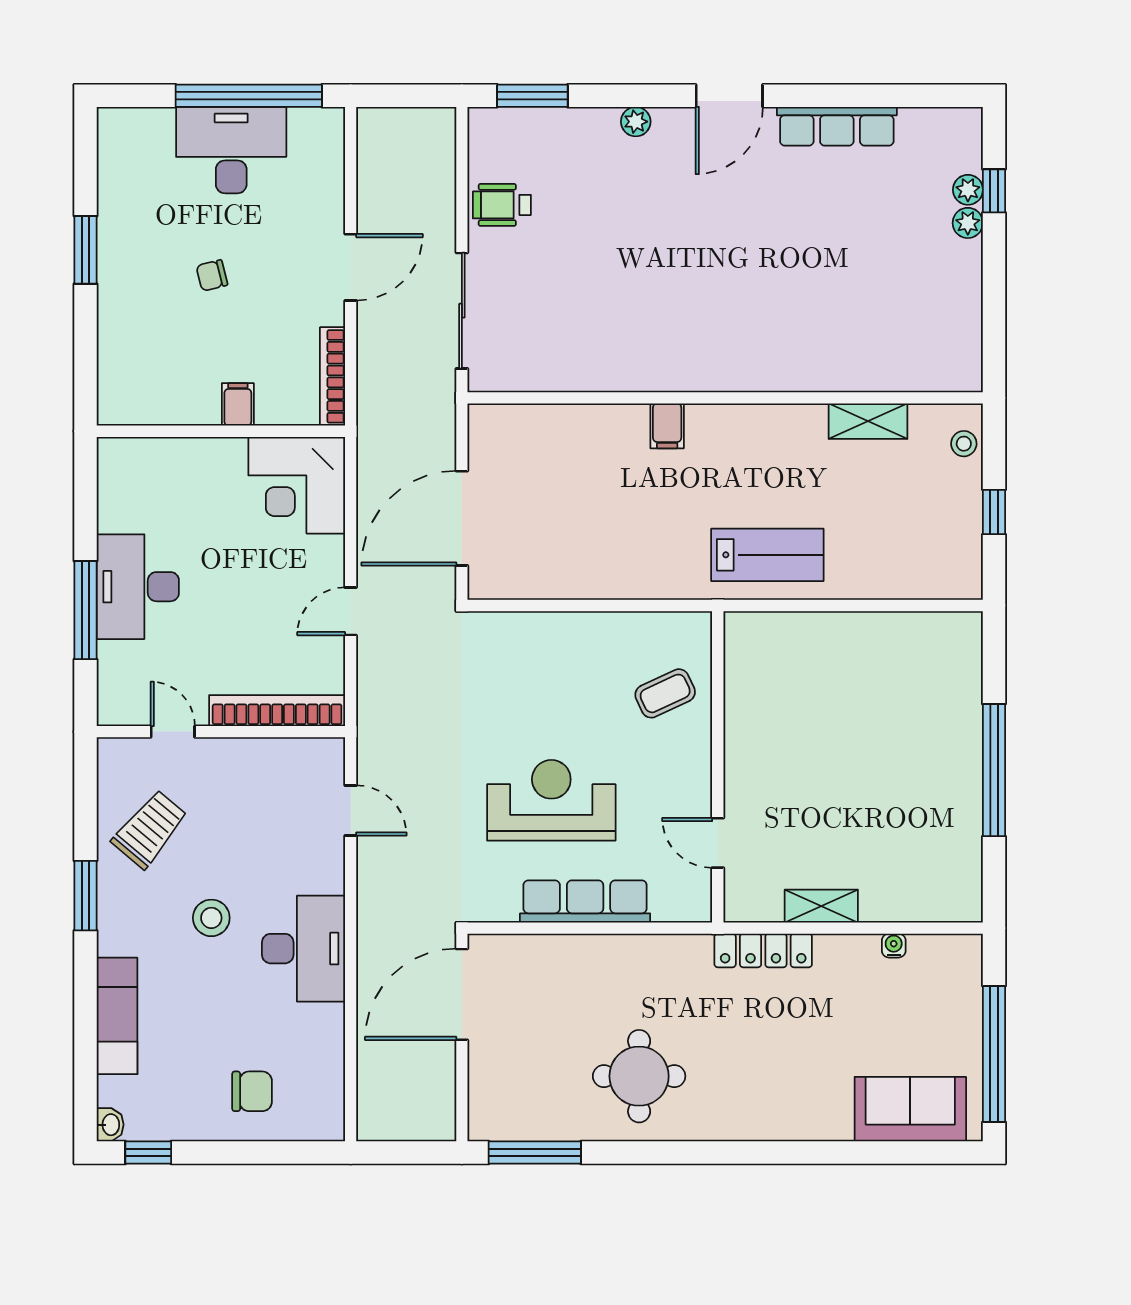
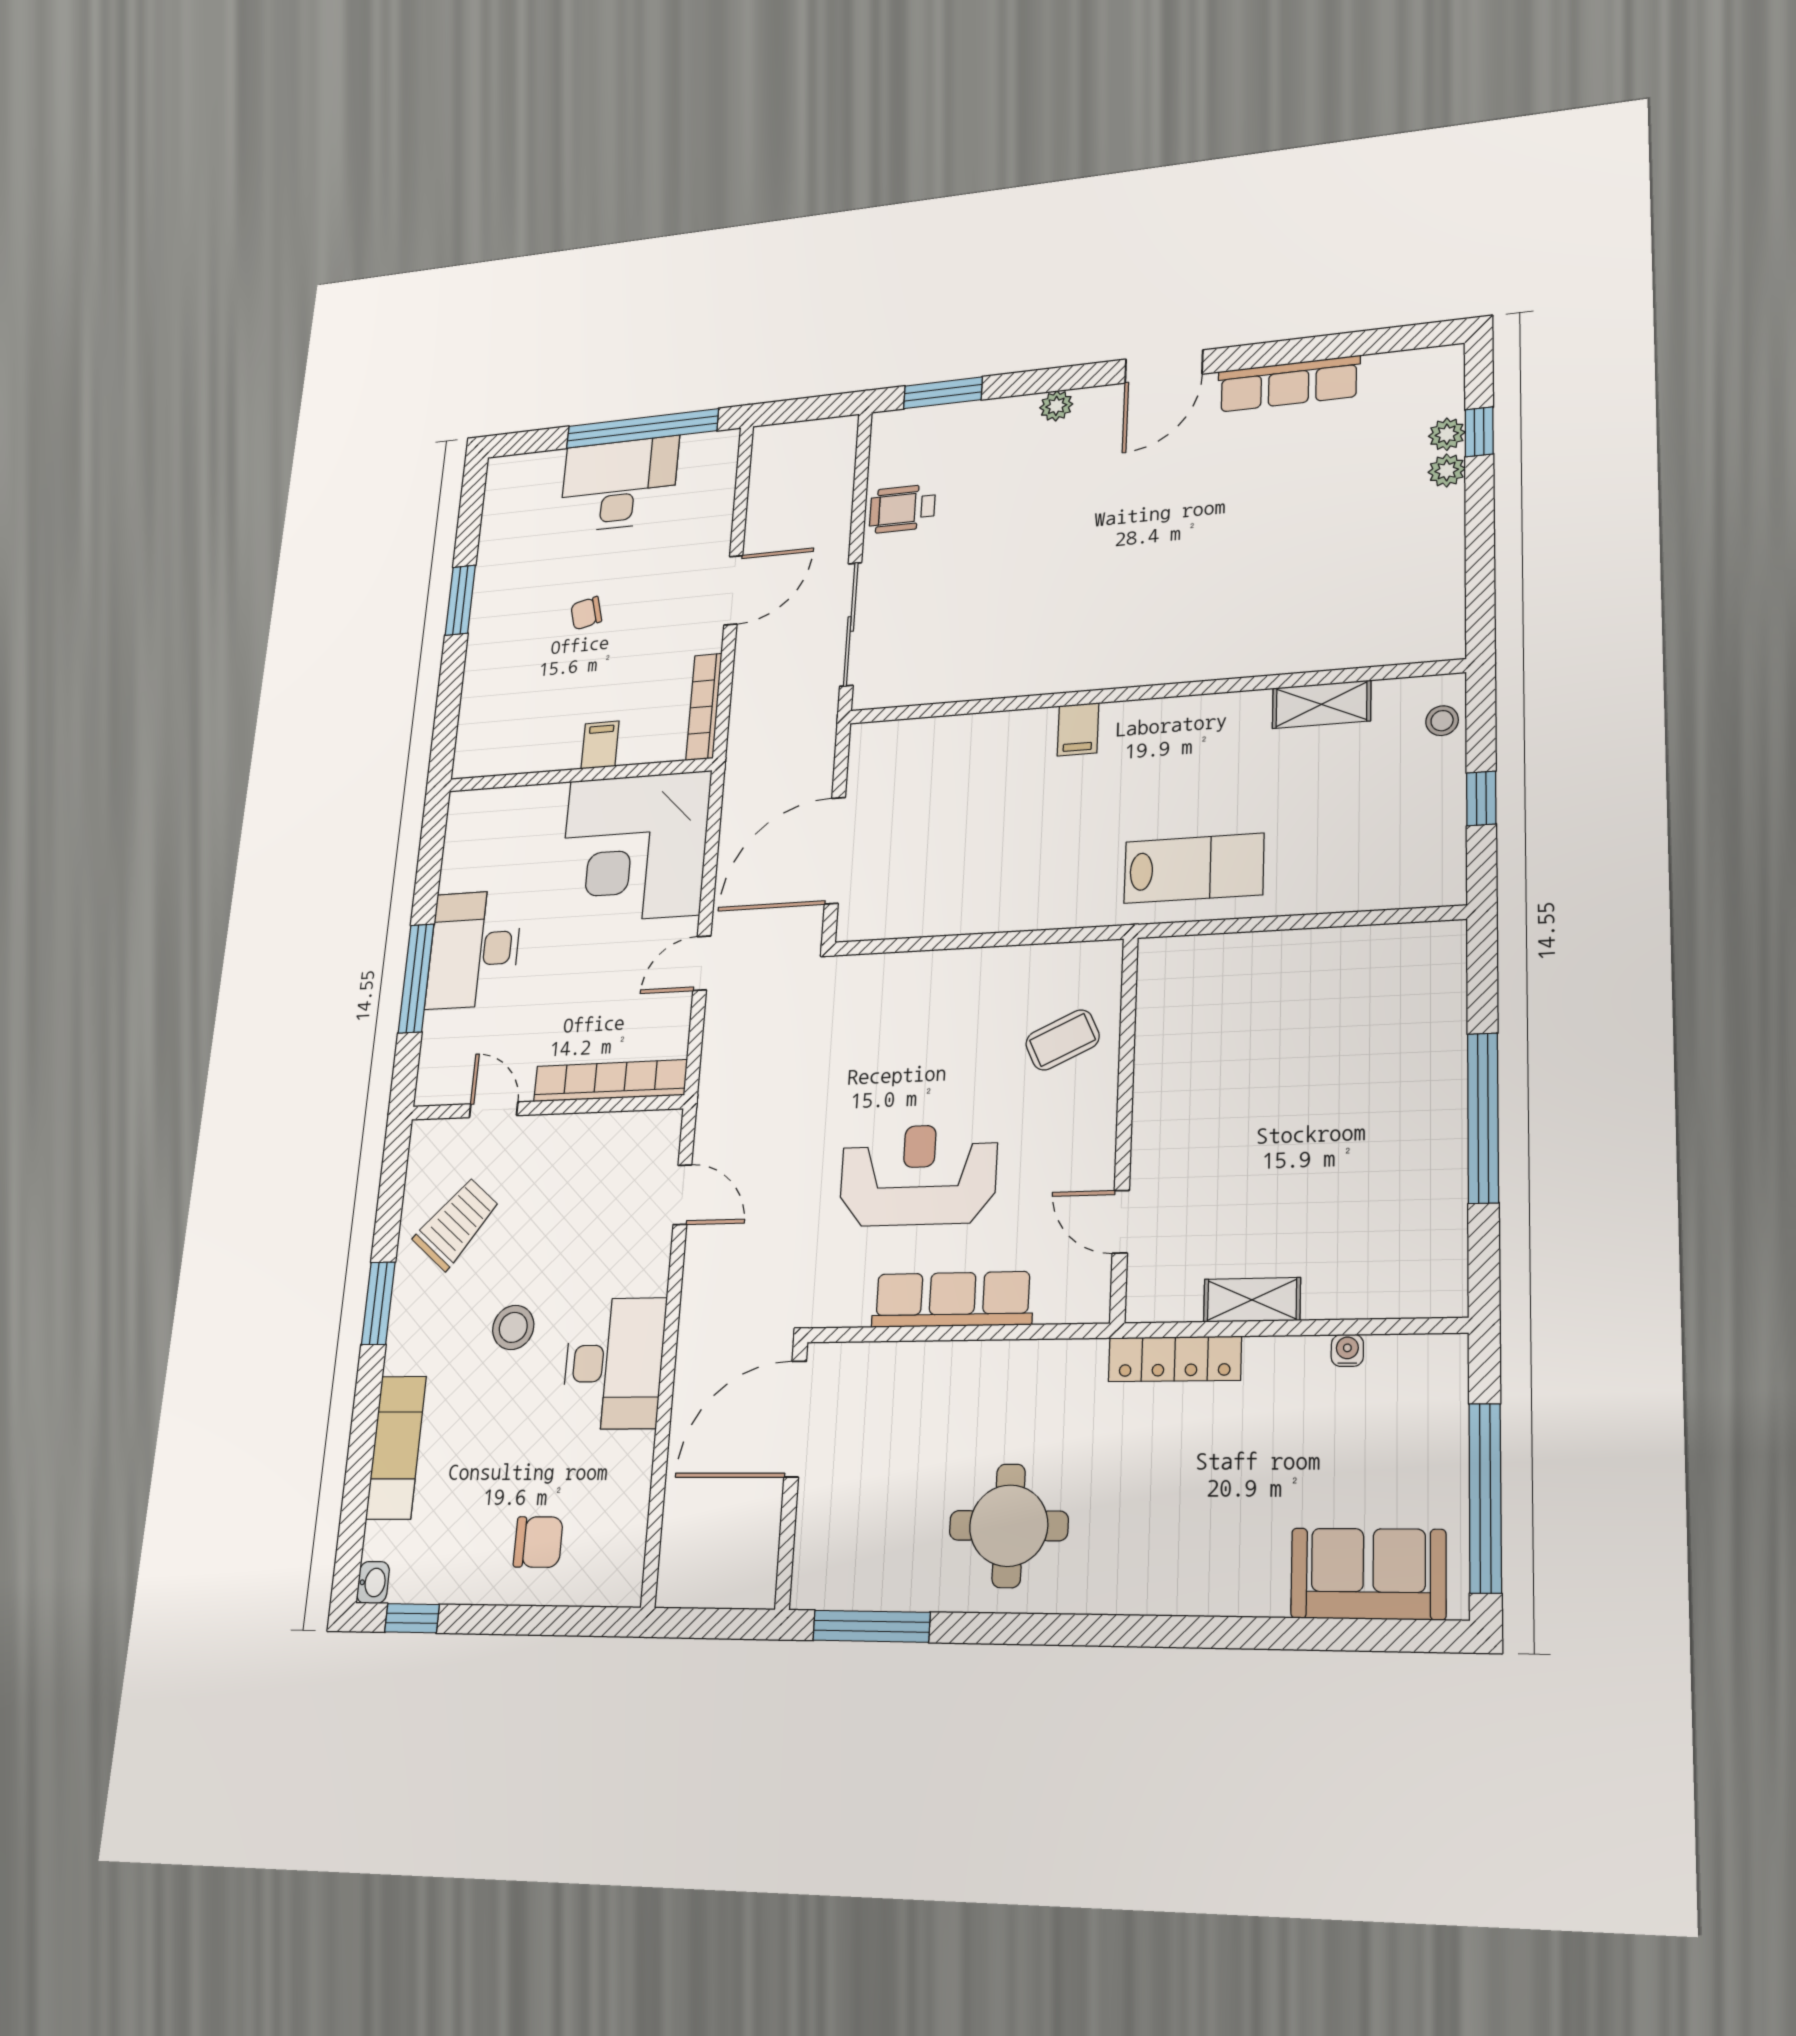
corner desk: (297, 485) -> (634, 847), width x1.36, depth x1.36

